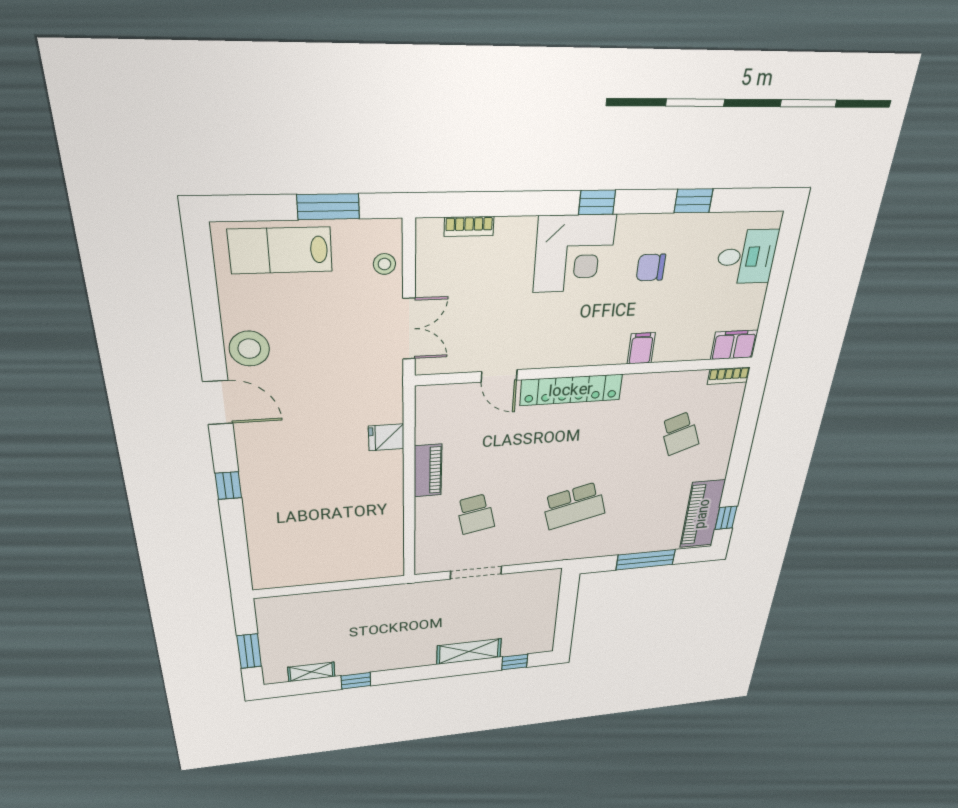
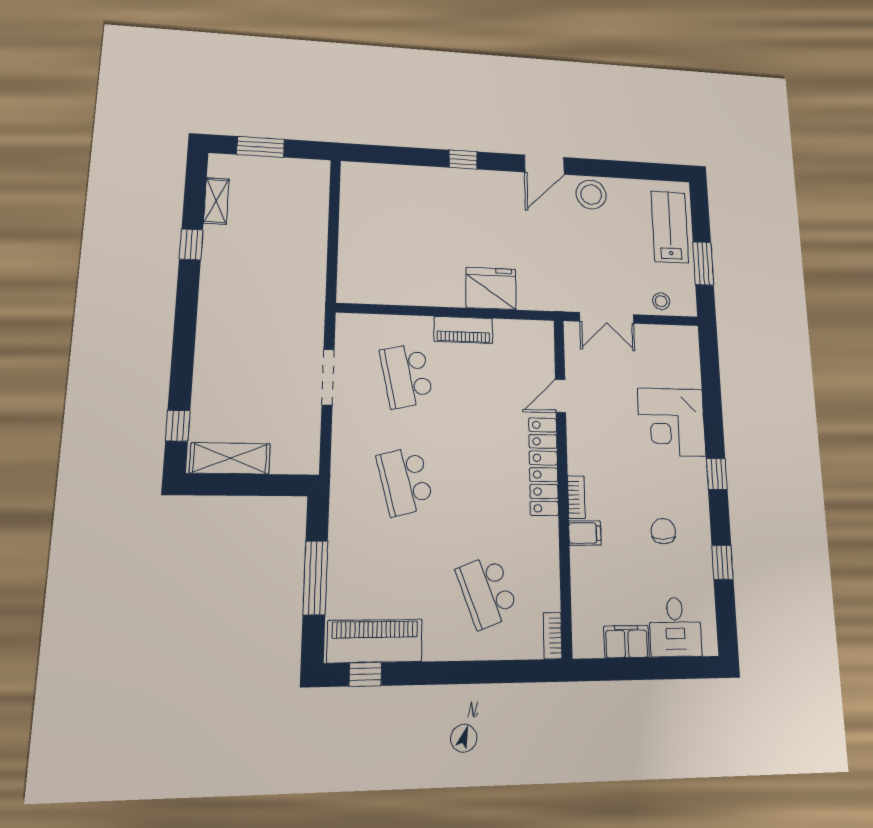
bookcase: (469, 226) -> (576, 497), moved, turned 180
corner desk: (574, 254) -> (672, 422), moved
filing cabinet: (734, 345) -> (627, 642), moved, turned -90
school desk: (680, 433) -> (487, 592), width x1.85
fridge: (386, 437) -> (491, 288), width x1.88, depth x1.34
school desk: (475, 514) -> (406, 376), width x1.85
shelving: (469, 652) -> (230, 458), moved, turned 90

